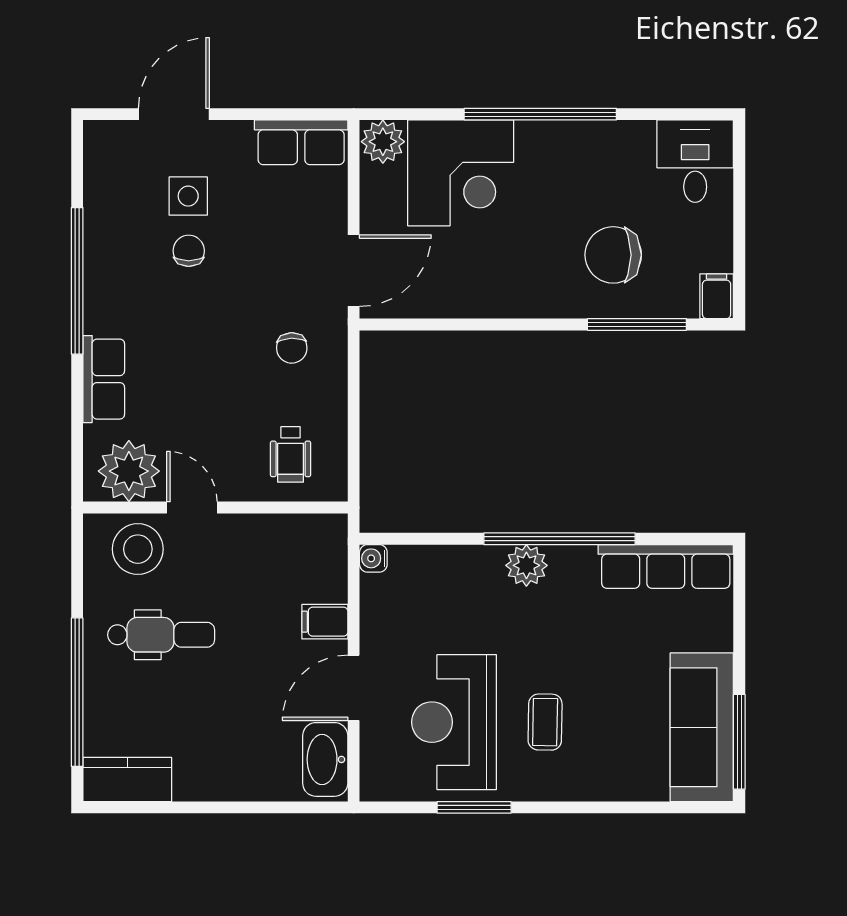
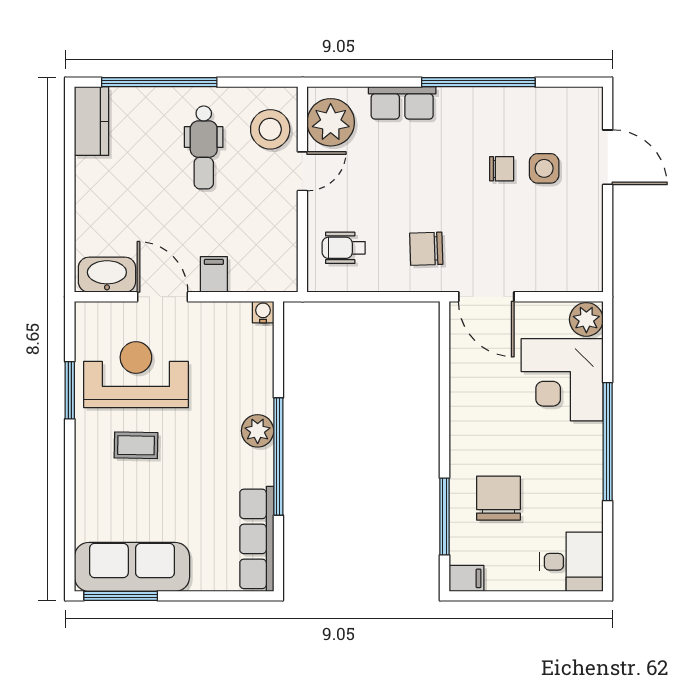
row of seats: (301, 142) -> (586, 256), removed
chair: (292, 348) -> (426, 249), width x1.37, depth x1.37

